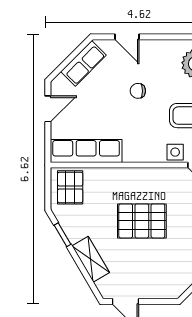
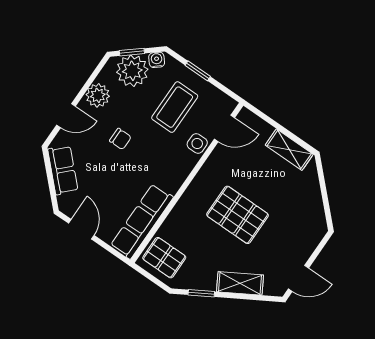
plant: (159, 50) -> (98, 95), added
chair: (138, 91) -> (120, 139), turned -90
pallet: (142, 221) -> (238, 215), turned 90

